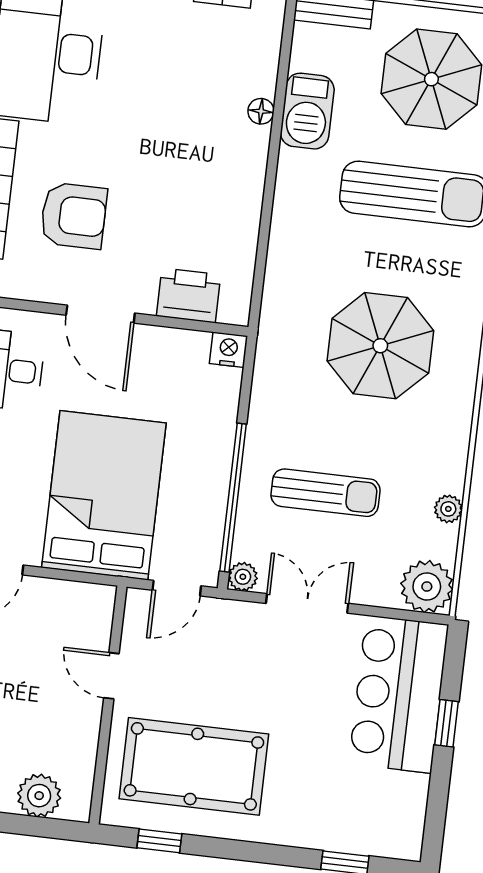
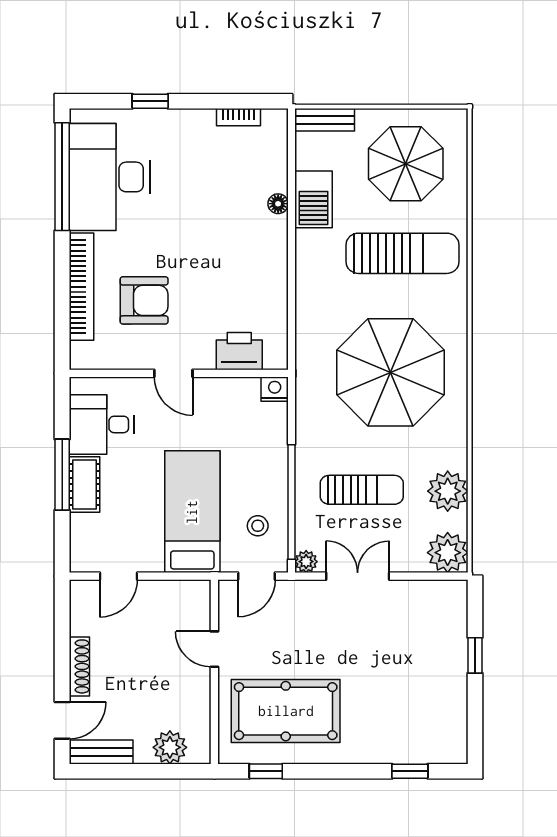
door: (100, 314) -> (173, 373), width x0.73
parasol: (380, 346) -> (390, 372), width x1.36, depth x1.36
bed: (104, 495) -> (192, 512), width x0.67
plant: (448, 509) -> (448, 491), width x1.88, depth x1.88
stool: (186, 523) -> (258, 526), added
bar counter: (399, 694) -> (436, 637), removed

